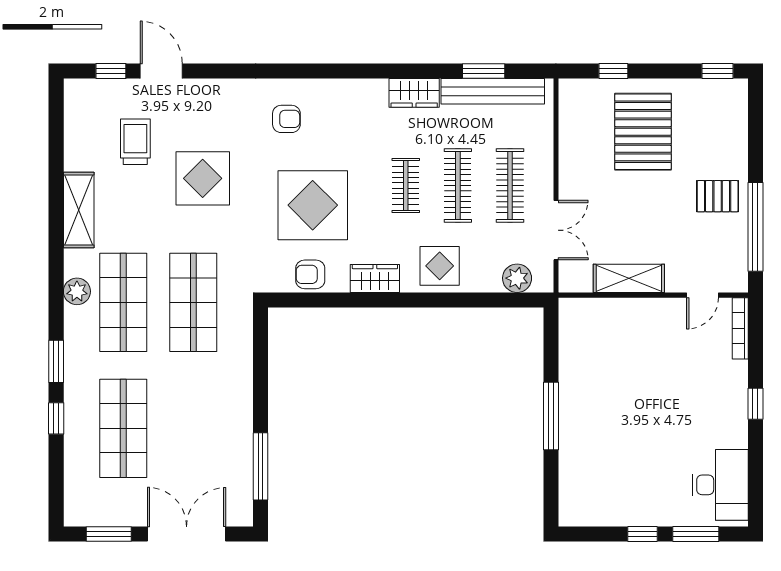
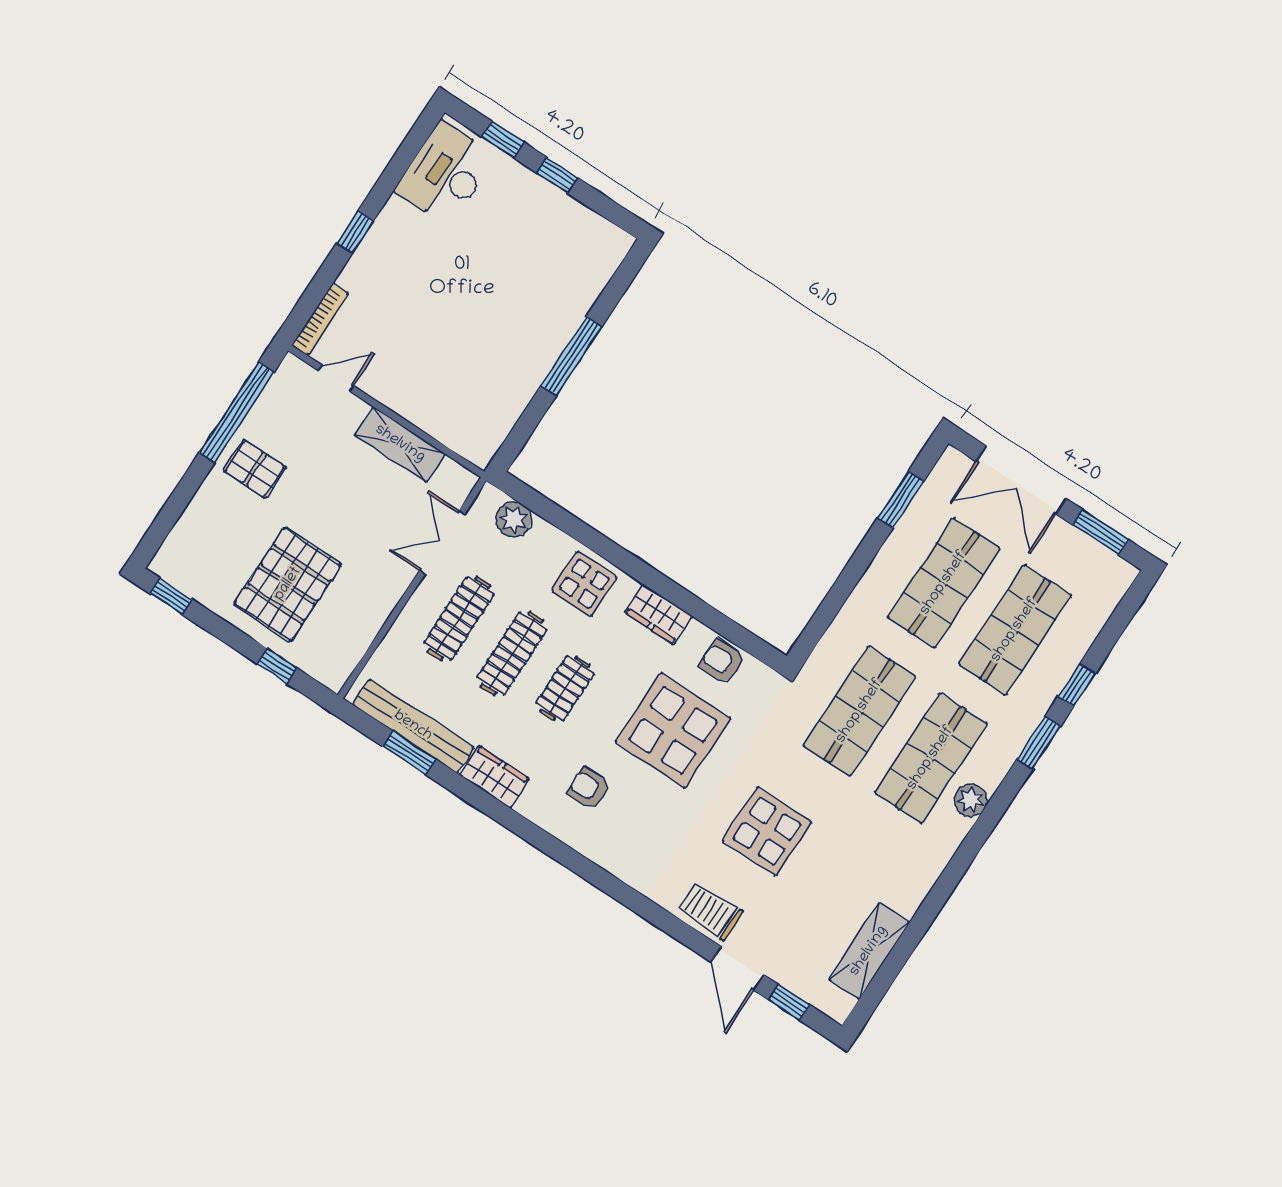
armchair: (286, 119) -> (589, 788), moved
trolley: (135, 142) -> (710, 911), moved, turned 90
shelving: (79, 210) -> (869, 951), moved
armchair: (310, 274) -> (722, 662), turned 180
shop shelf: (193, 428) -> (944, 583), added
window: (260, 466) -> (901, 499), width x0.69
window: (696, 534) -> (503, 140), width x0.67

